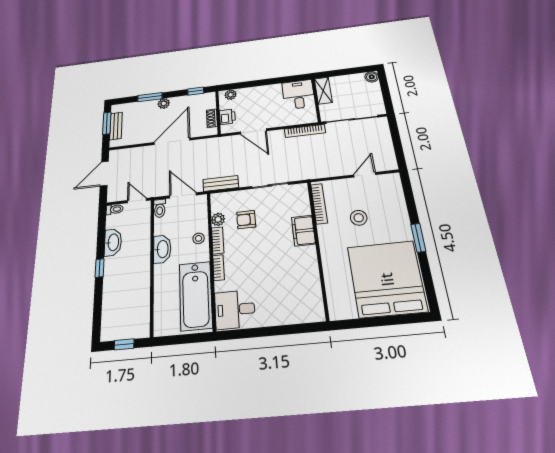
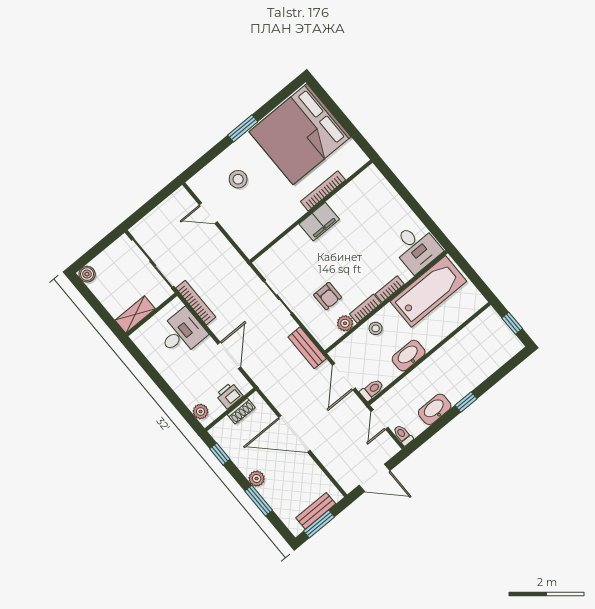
desk: (298, 94) -> (182, 333), moved, turned 180
bookcase: (319, 204) -> (323, 191), moved
stool: (359, 218) -> (238, 179), moved
filing cabinet: (303, 231) -> (319, 222), moved

